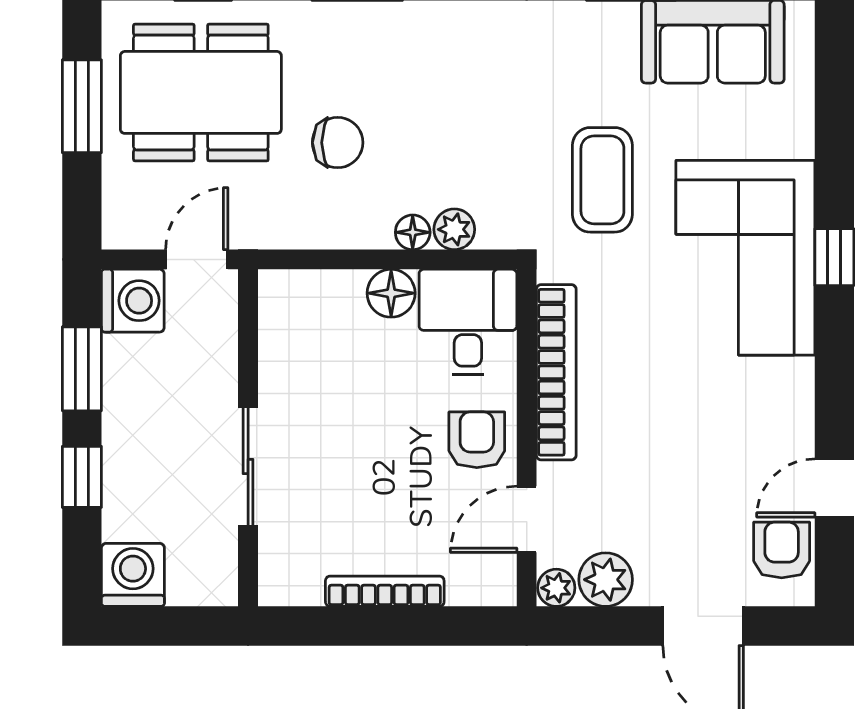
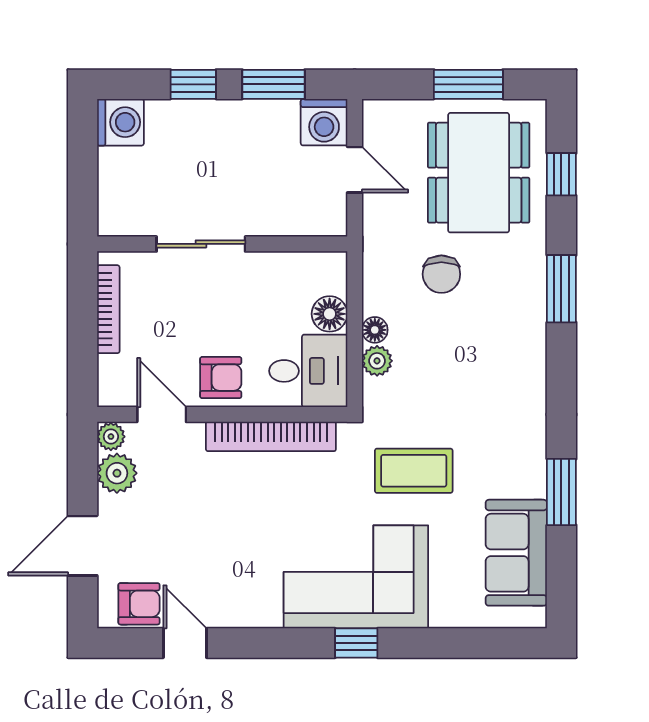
wall: (248, 438) -> (222, 244), moved
sliding door: (248, 467) -> (201, 244), moved

